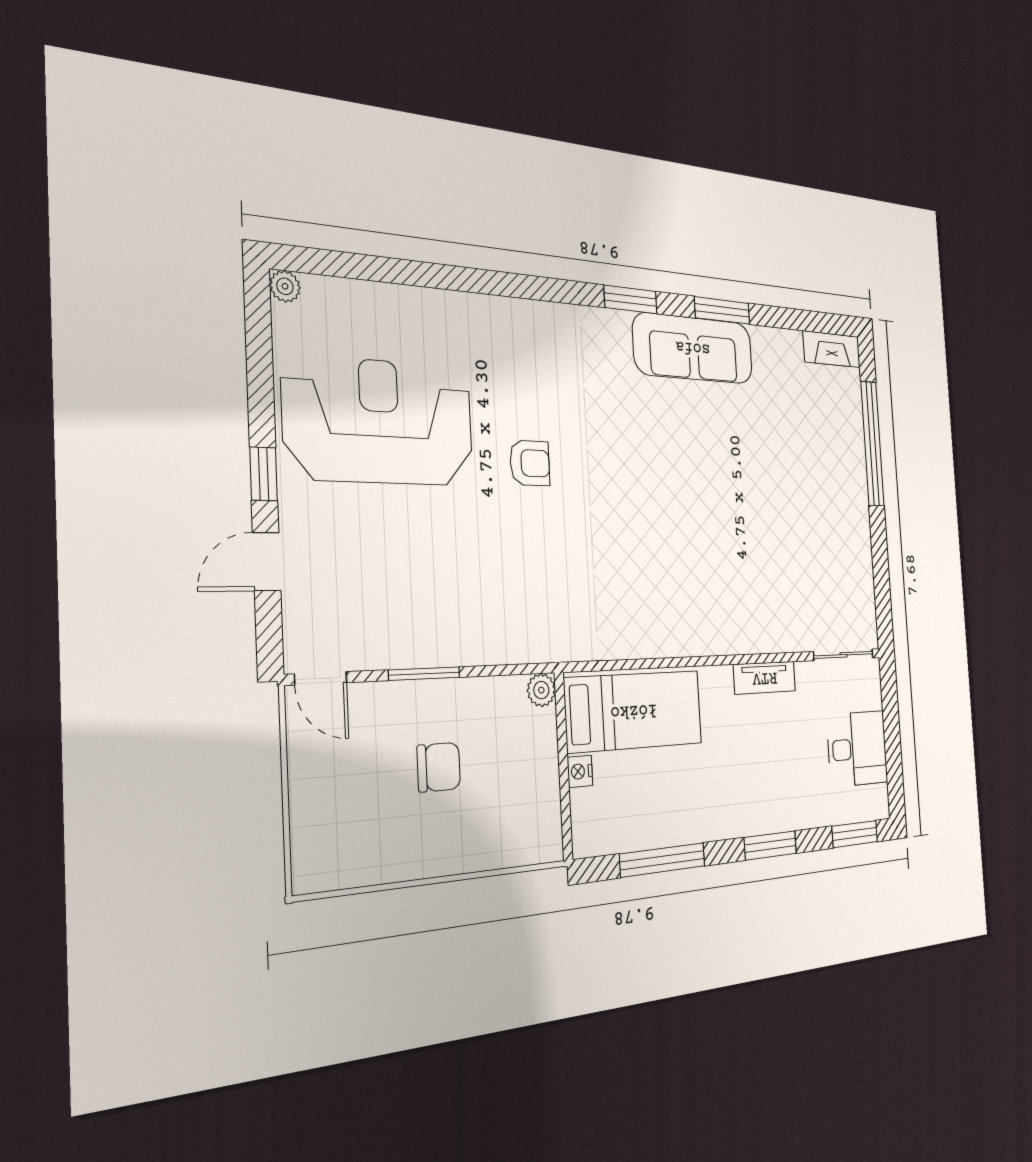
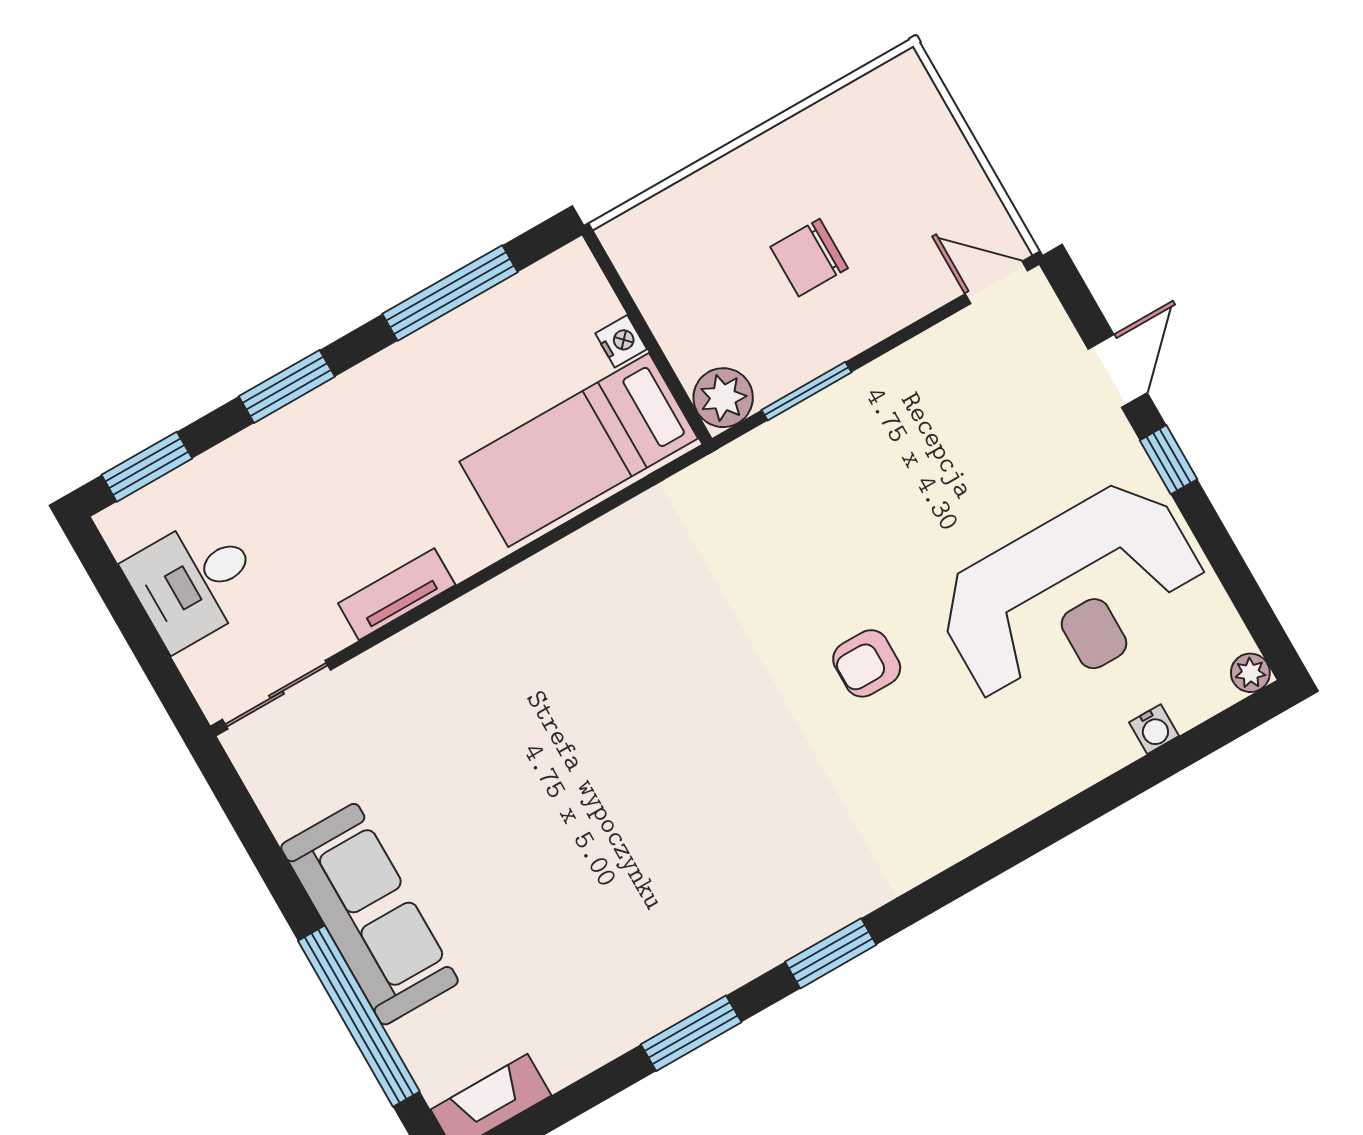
water cooler: (371, 295) -> (1154, 729), added
sofa: (693, 348) -> (370, 914), moved, turned 90
window: (424, 674) -> (806, 391), moved
plant: (541, 690) -> (723, 398), width x1.38, depth x1.38

